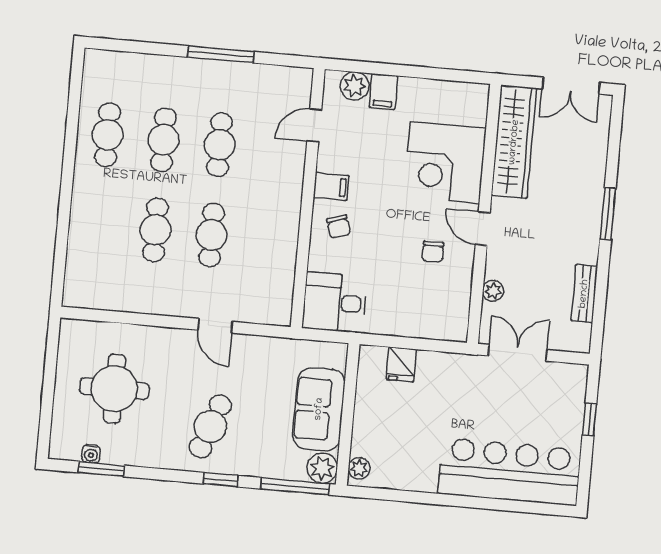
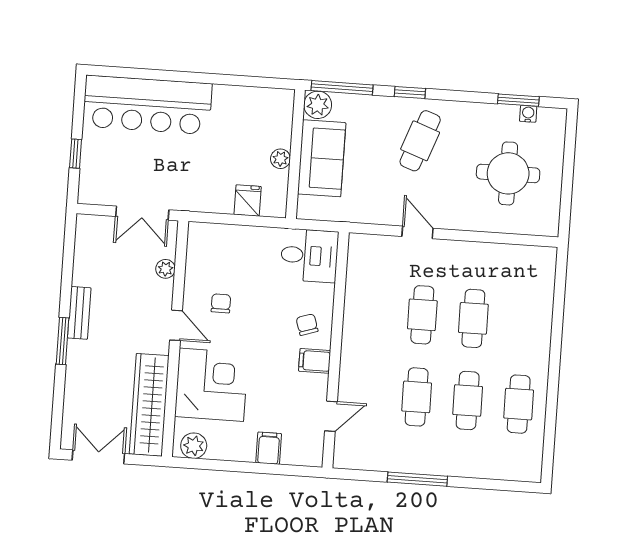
plant: (355, 86) -> (194, 446), moved
bench: (584, 294) -> (79, 313), moved
plant: (359, 468) -> (280, 159), moved

